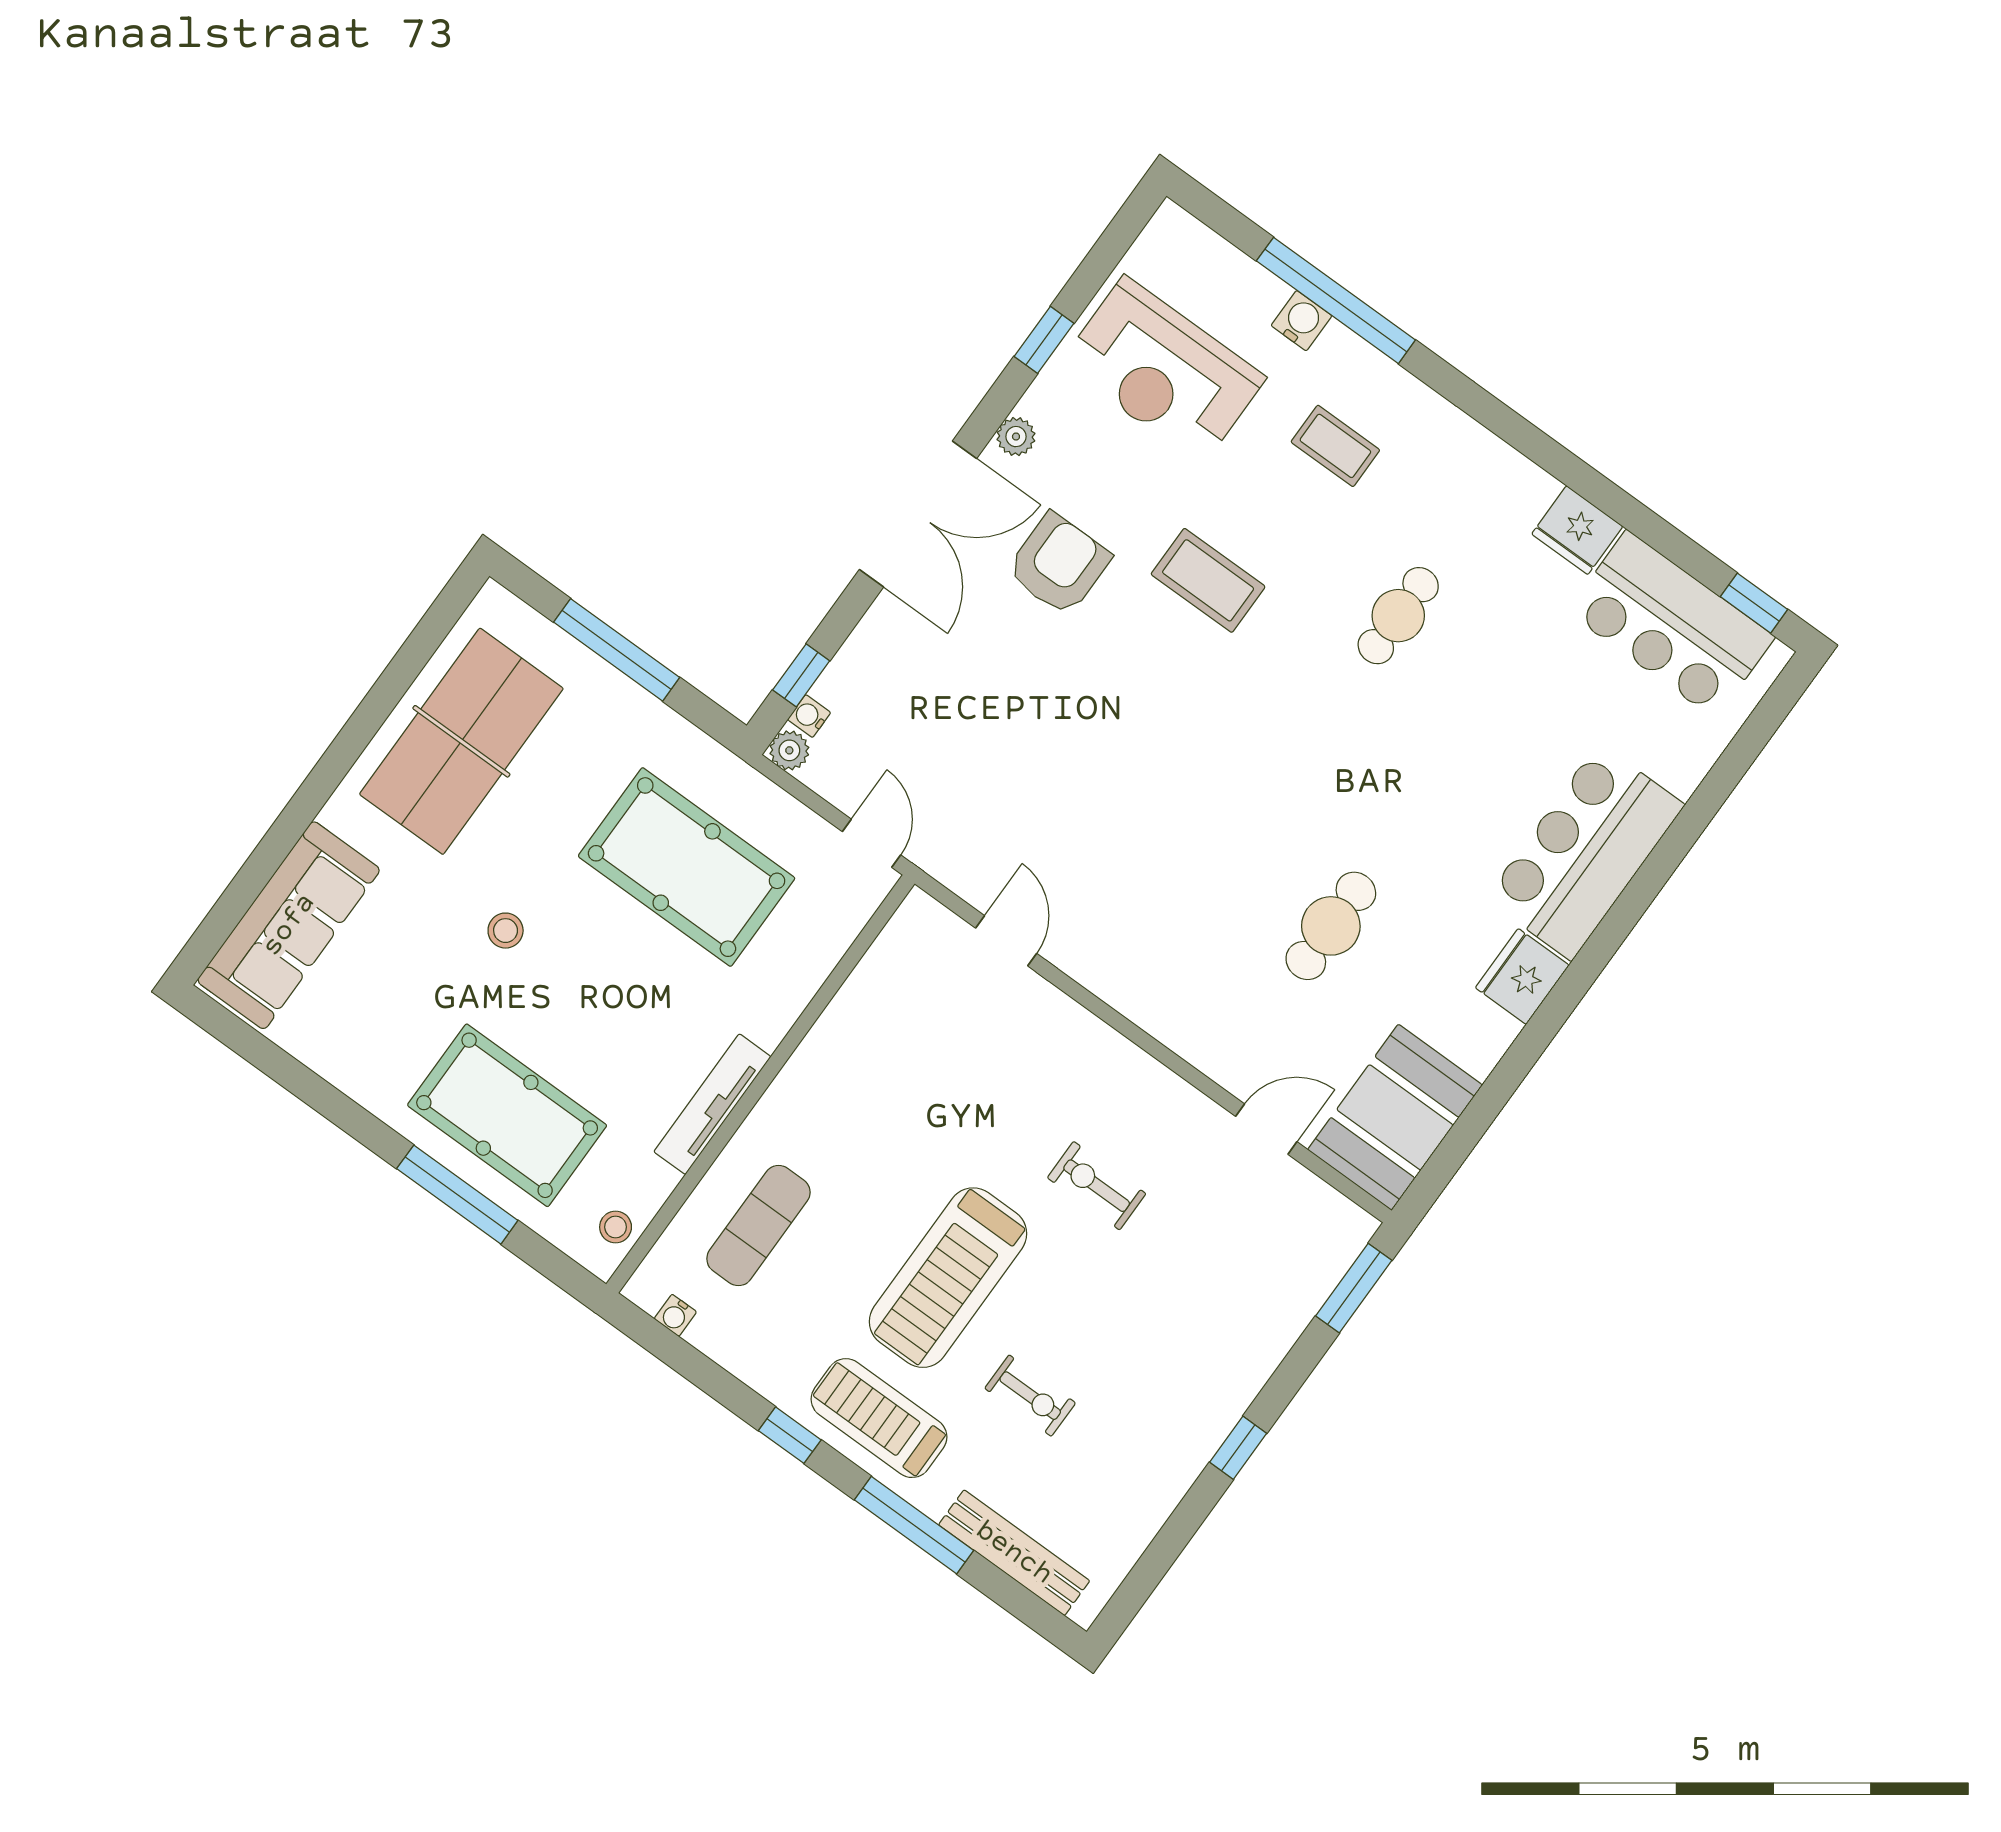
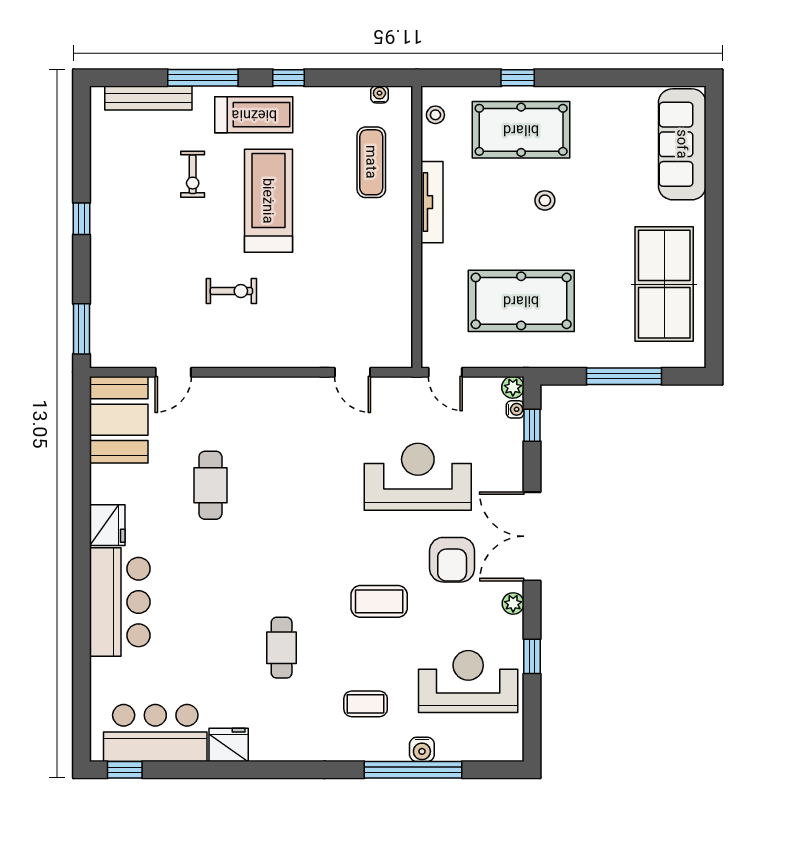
reception desk: (1021, 720) -> (418, 477), added
stool: (506, 931) -> (545, 200), moved
window: (457, 1195) -> (518, 78), width x0.46
exercise bike: (1030, 1396) -> (193, 174), turned -90

